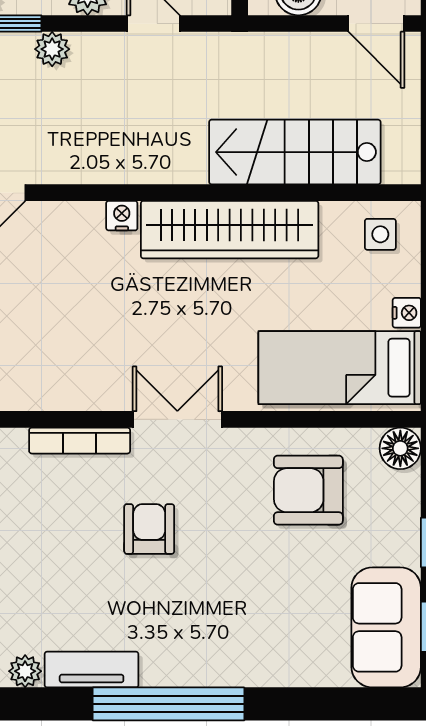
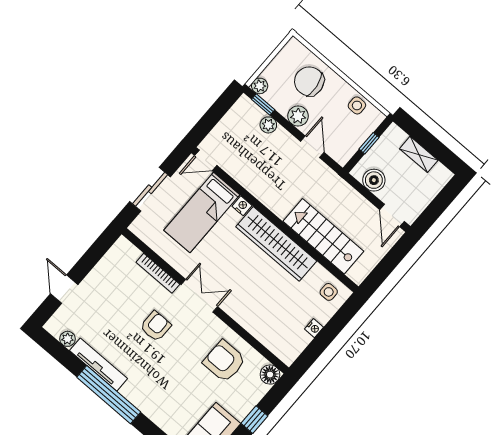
bed: (340, 368) -> (202, 213), moved, turned -90
tv unit: (92, 670) -> (99, 365), width x1.41

